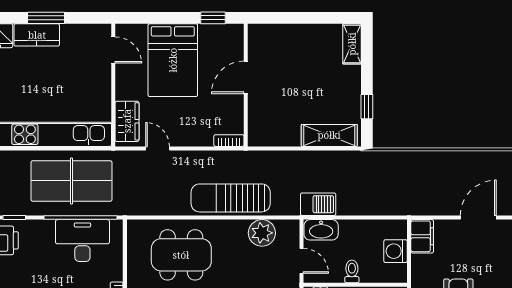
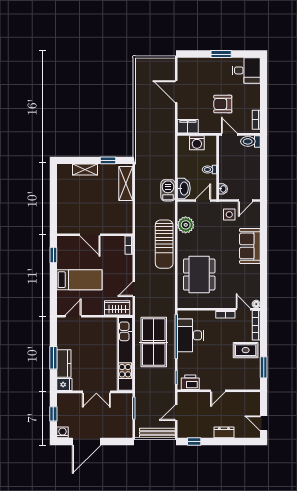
shelving: (352, 44) -> (85, 170), moved
bed: (173, 60) -> (79, 280), width x0.67

